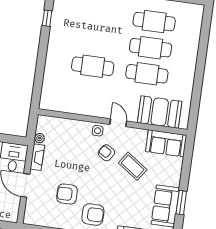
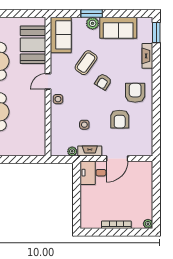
armchair: (106, 153) -> (103, 82), moved
side table: (66, 155) -> (84, 125), added
plant: (174, 179) -> (93, 23), added
window: (181, 203) -> (92, 13), moved

